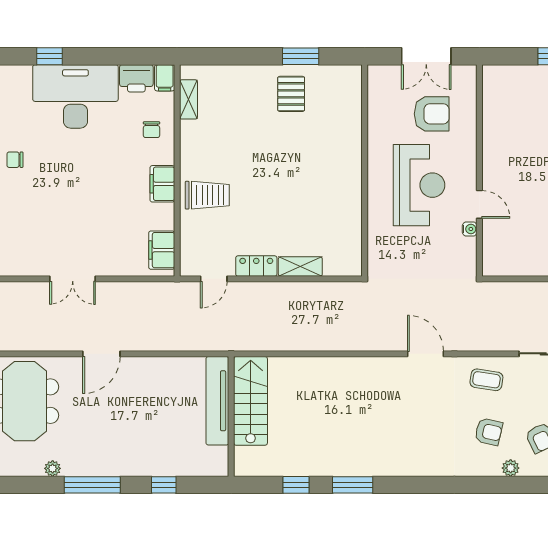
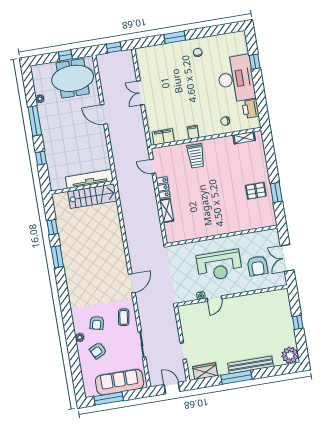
filing cabinet: (165, 78) -> (253, 123), removed
filing cabinet: (162, 184) -> (193, 132), width x0.50

